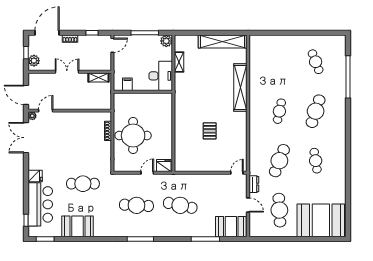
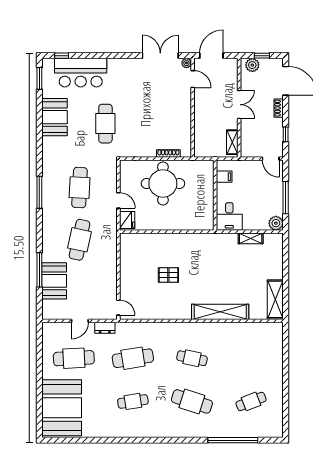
shelving: (223, 41) -> (275, 299), width x0.68
desk: (161, 76) -> (229, 216), width x0.73
cafe table: (279, 161) -> (133, 358), turned -30
fridge: (35, 176) -> (115, 67), removed
booth: (231, 227) -> (54, 281), moved

